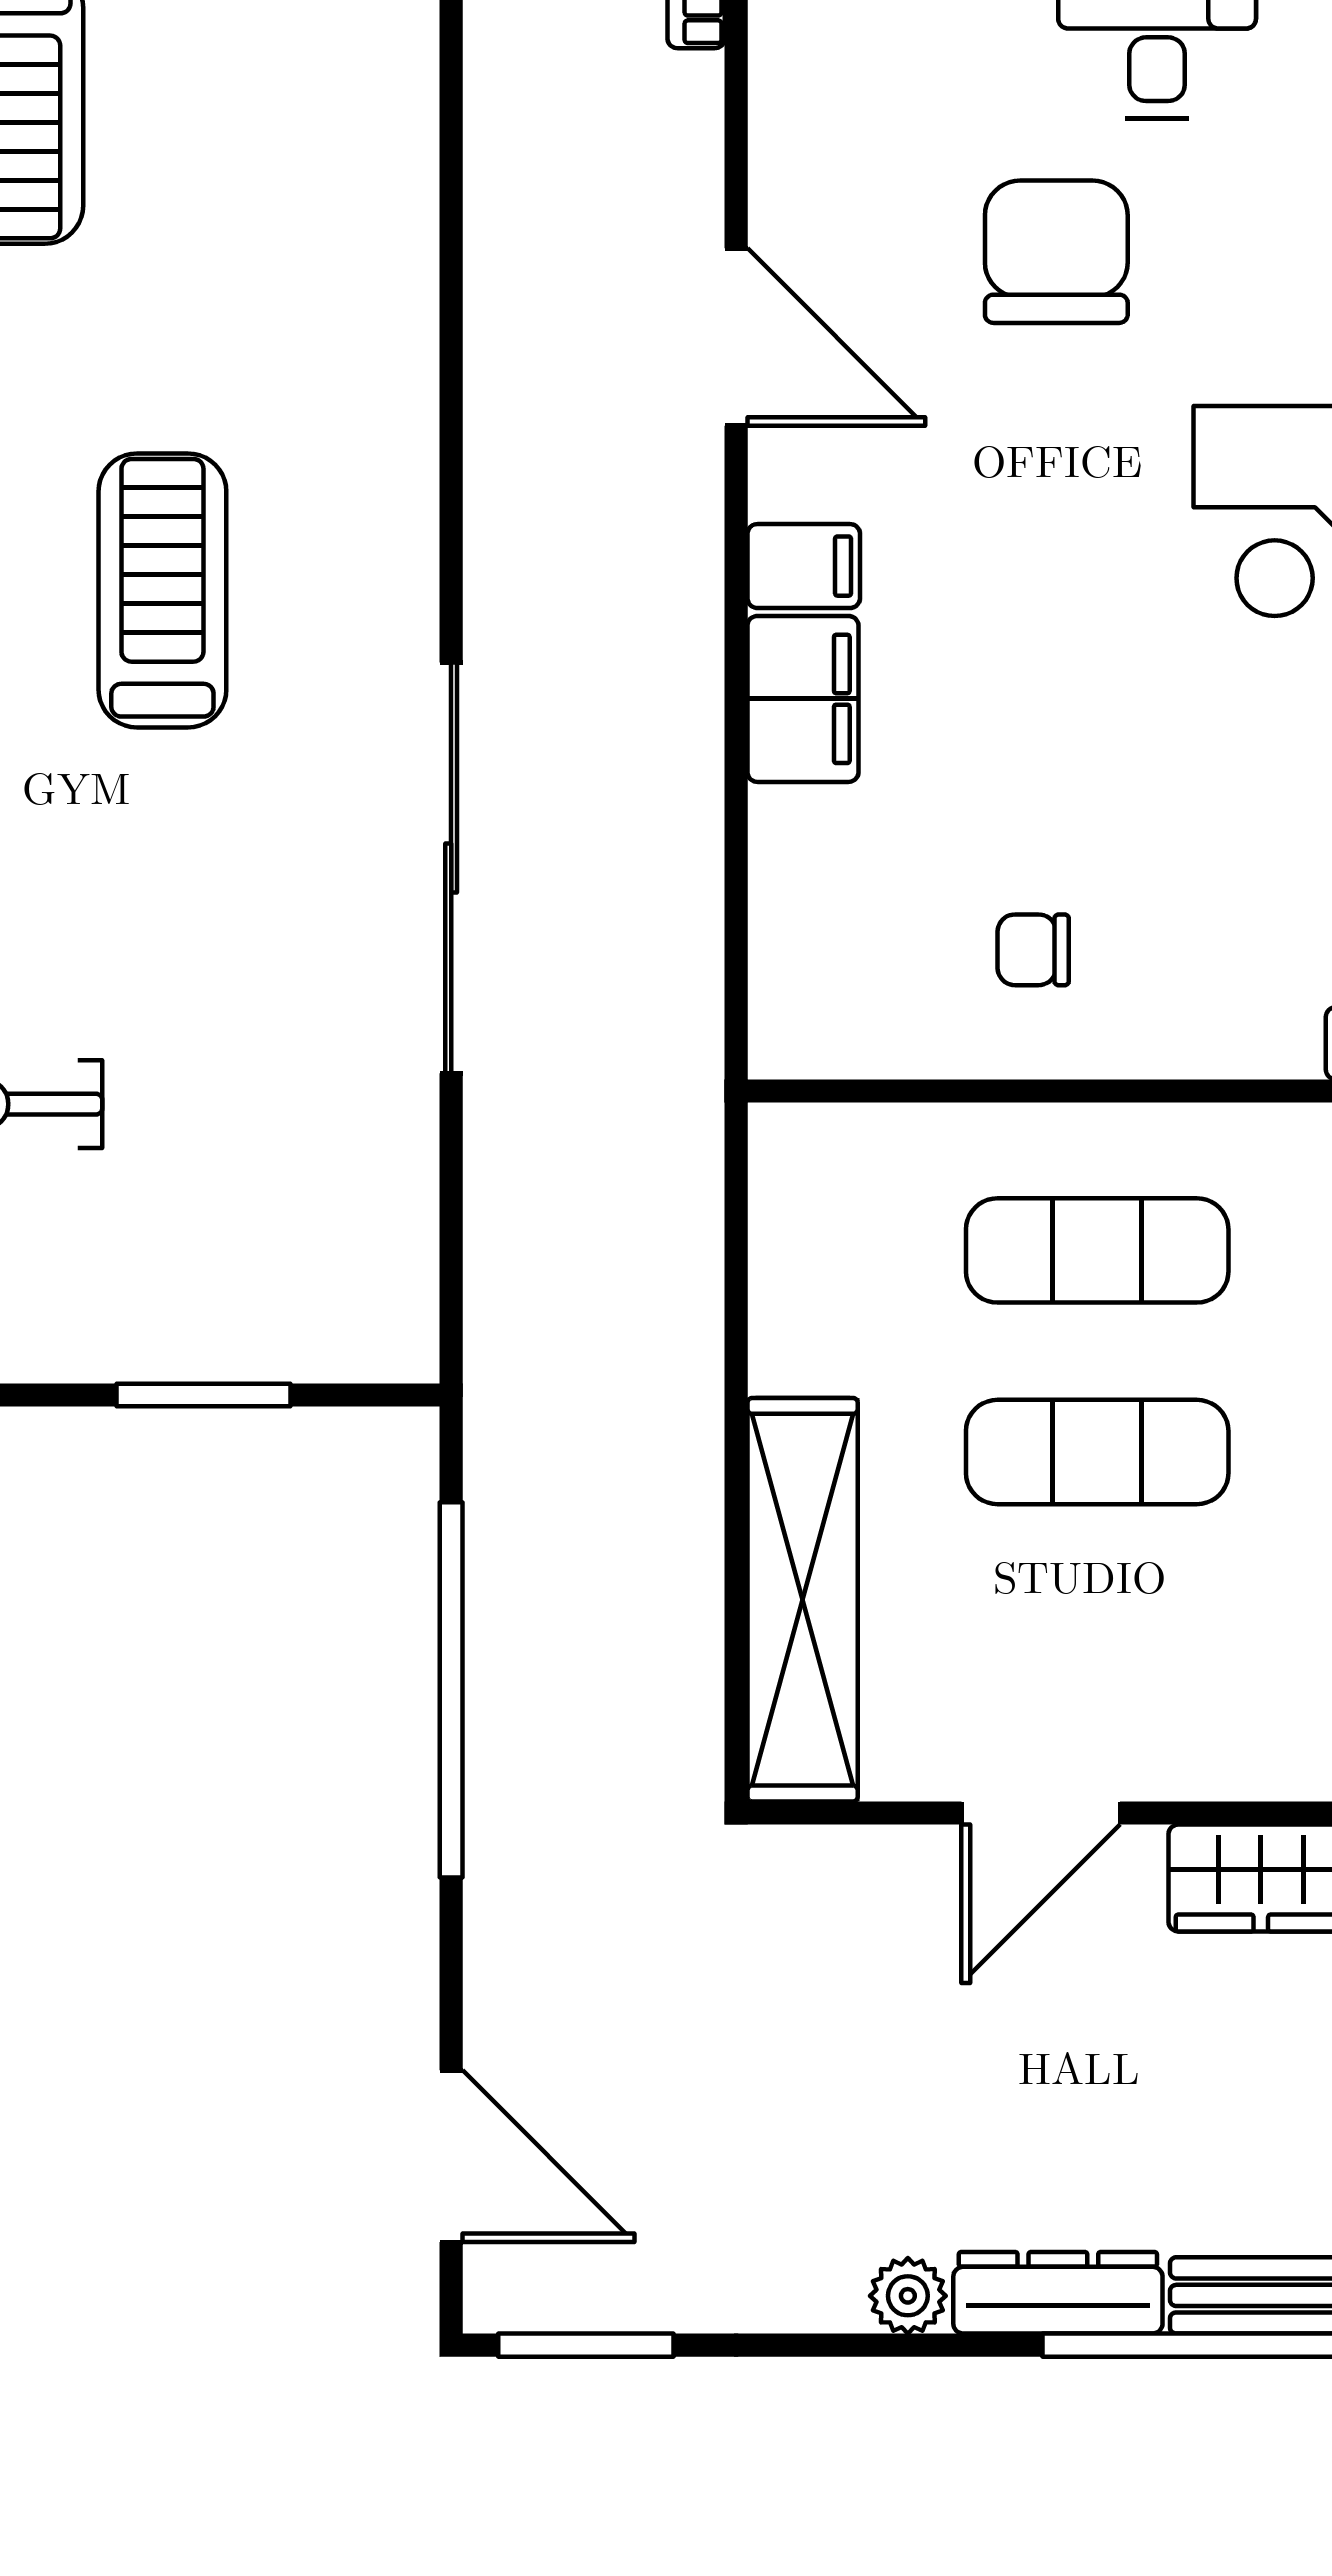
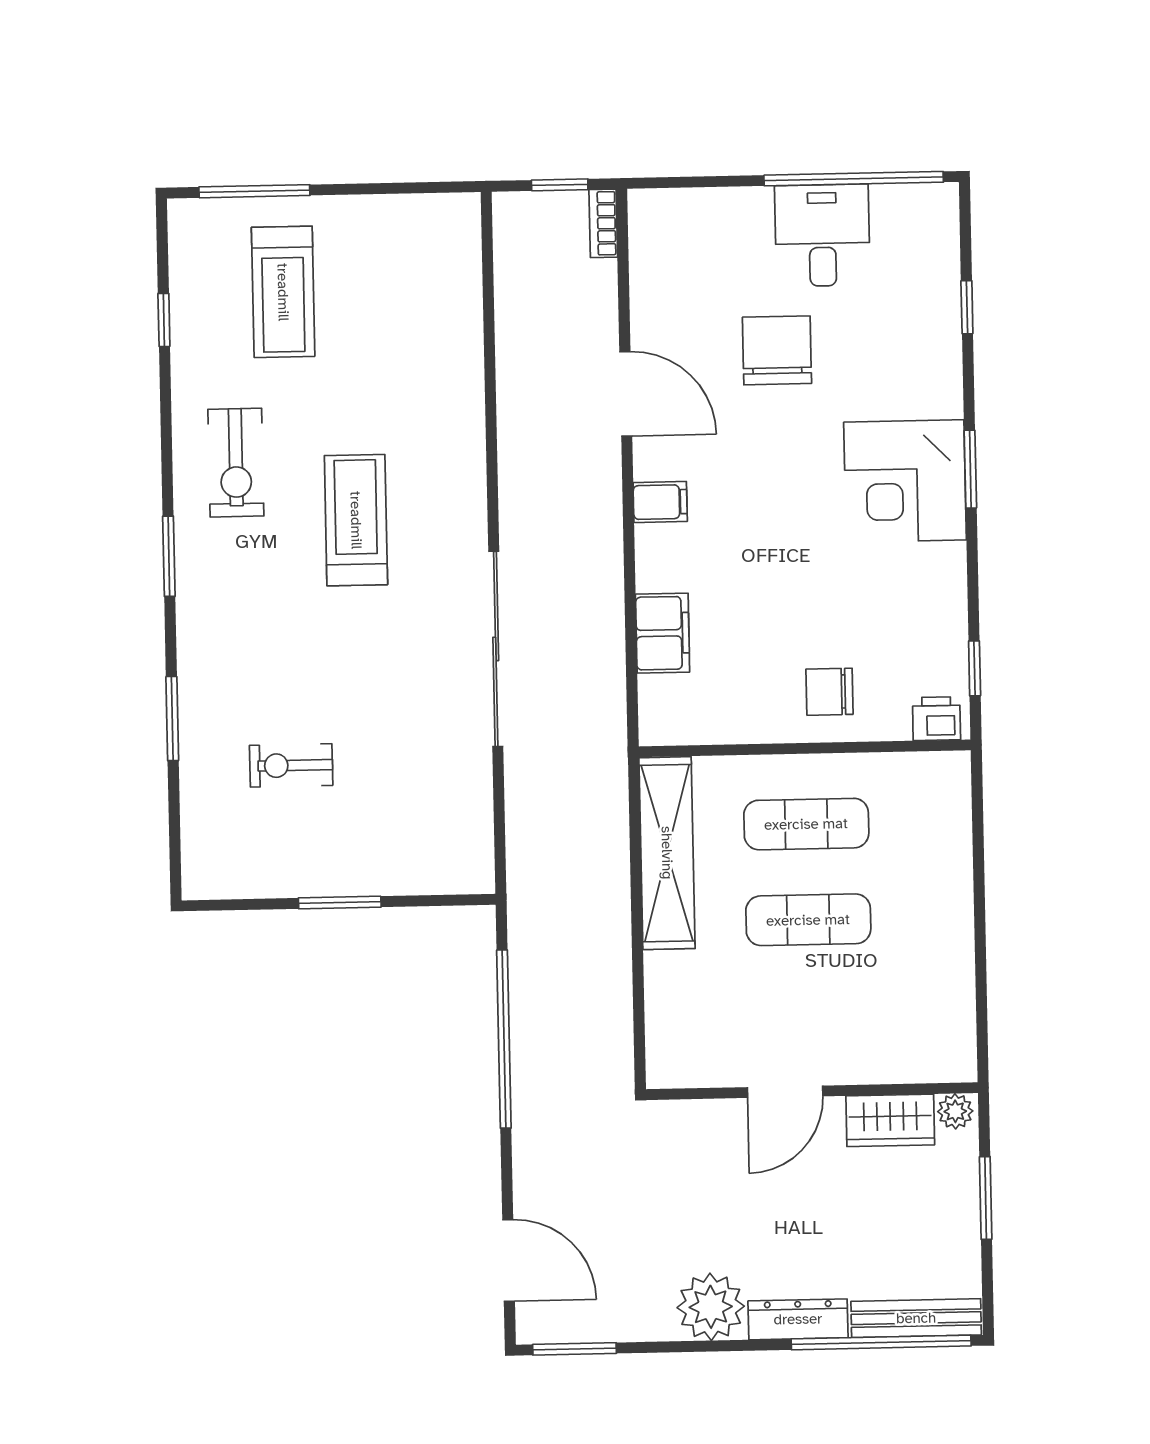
filing cabinet: (803, 699) -> (663, 633), moved
chair: (1033, 950) -> (830, 692), moved, width x1.37, depth x1.37
window: (203, 1395) -> (340, 903), moved
shelving: (803, 1600) -> (667, 853), moved
plant: (908, 2296) -> (711, 1307), width x1.88, depth x1.88

